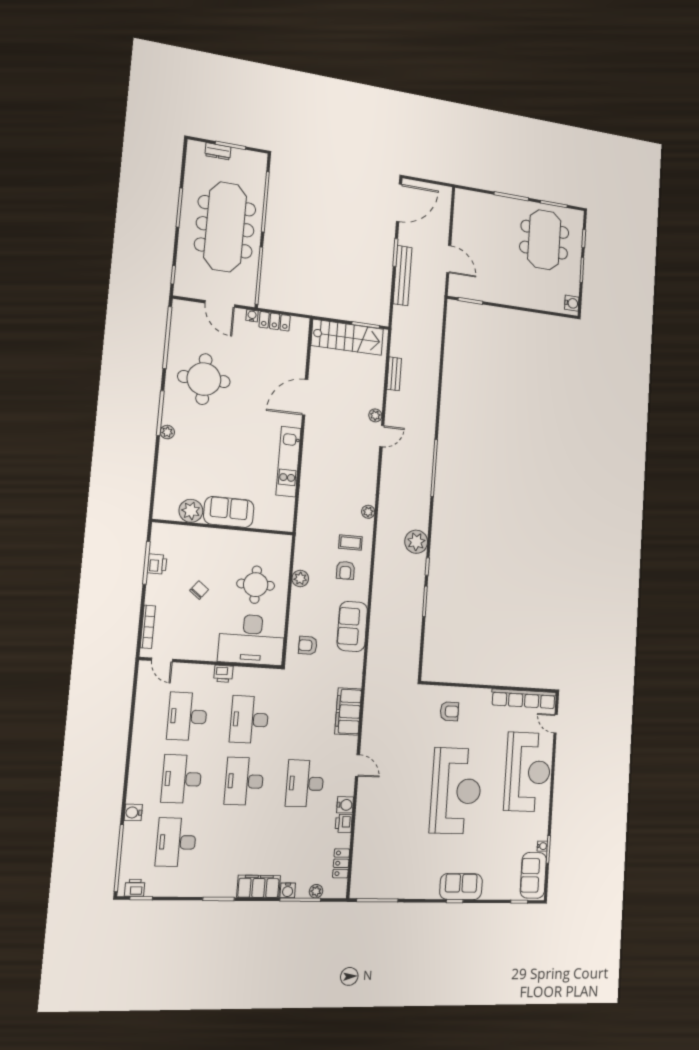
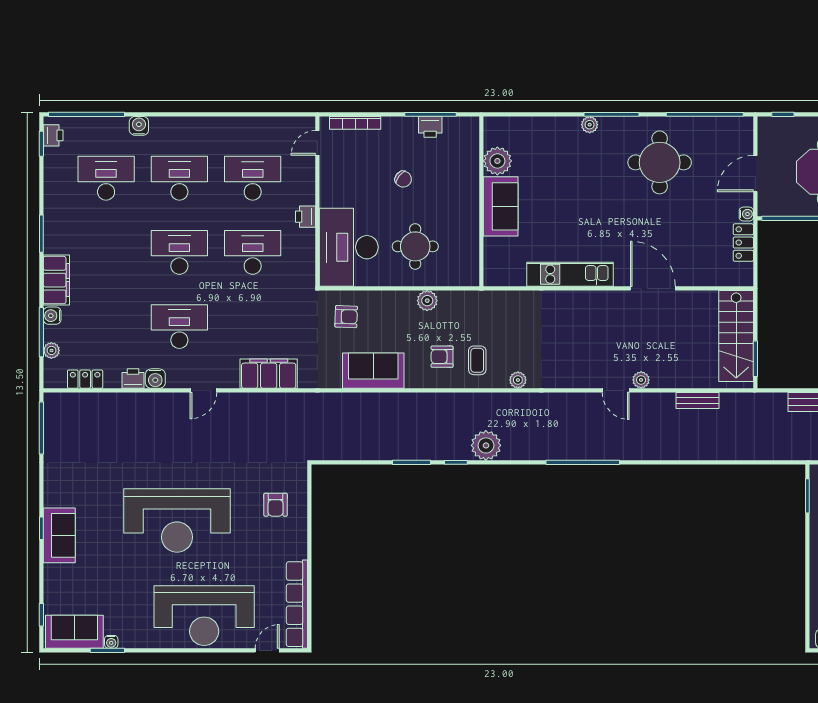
armchair: (308, 645) -> (346, 317), turned 92

